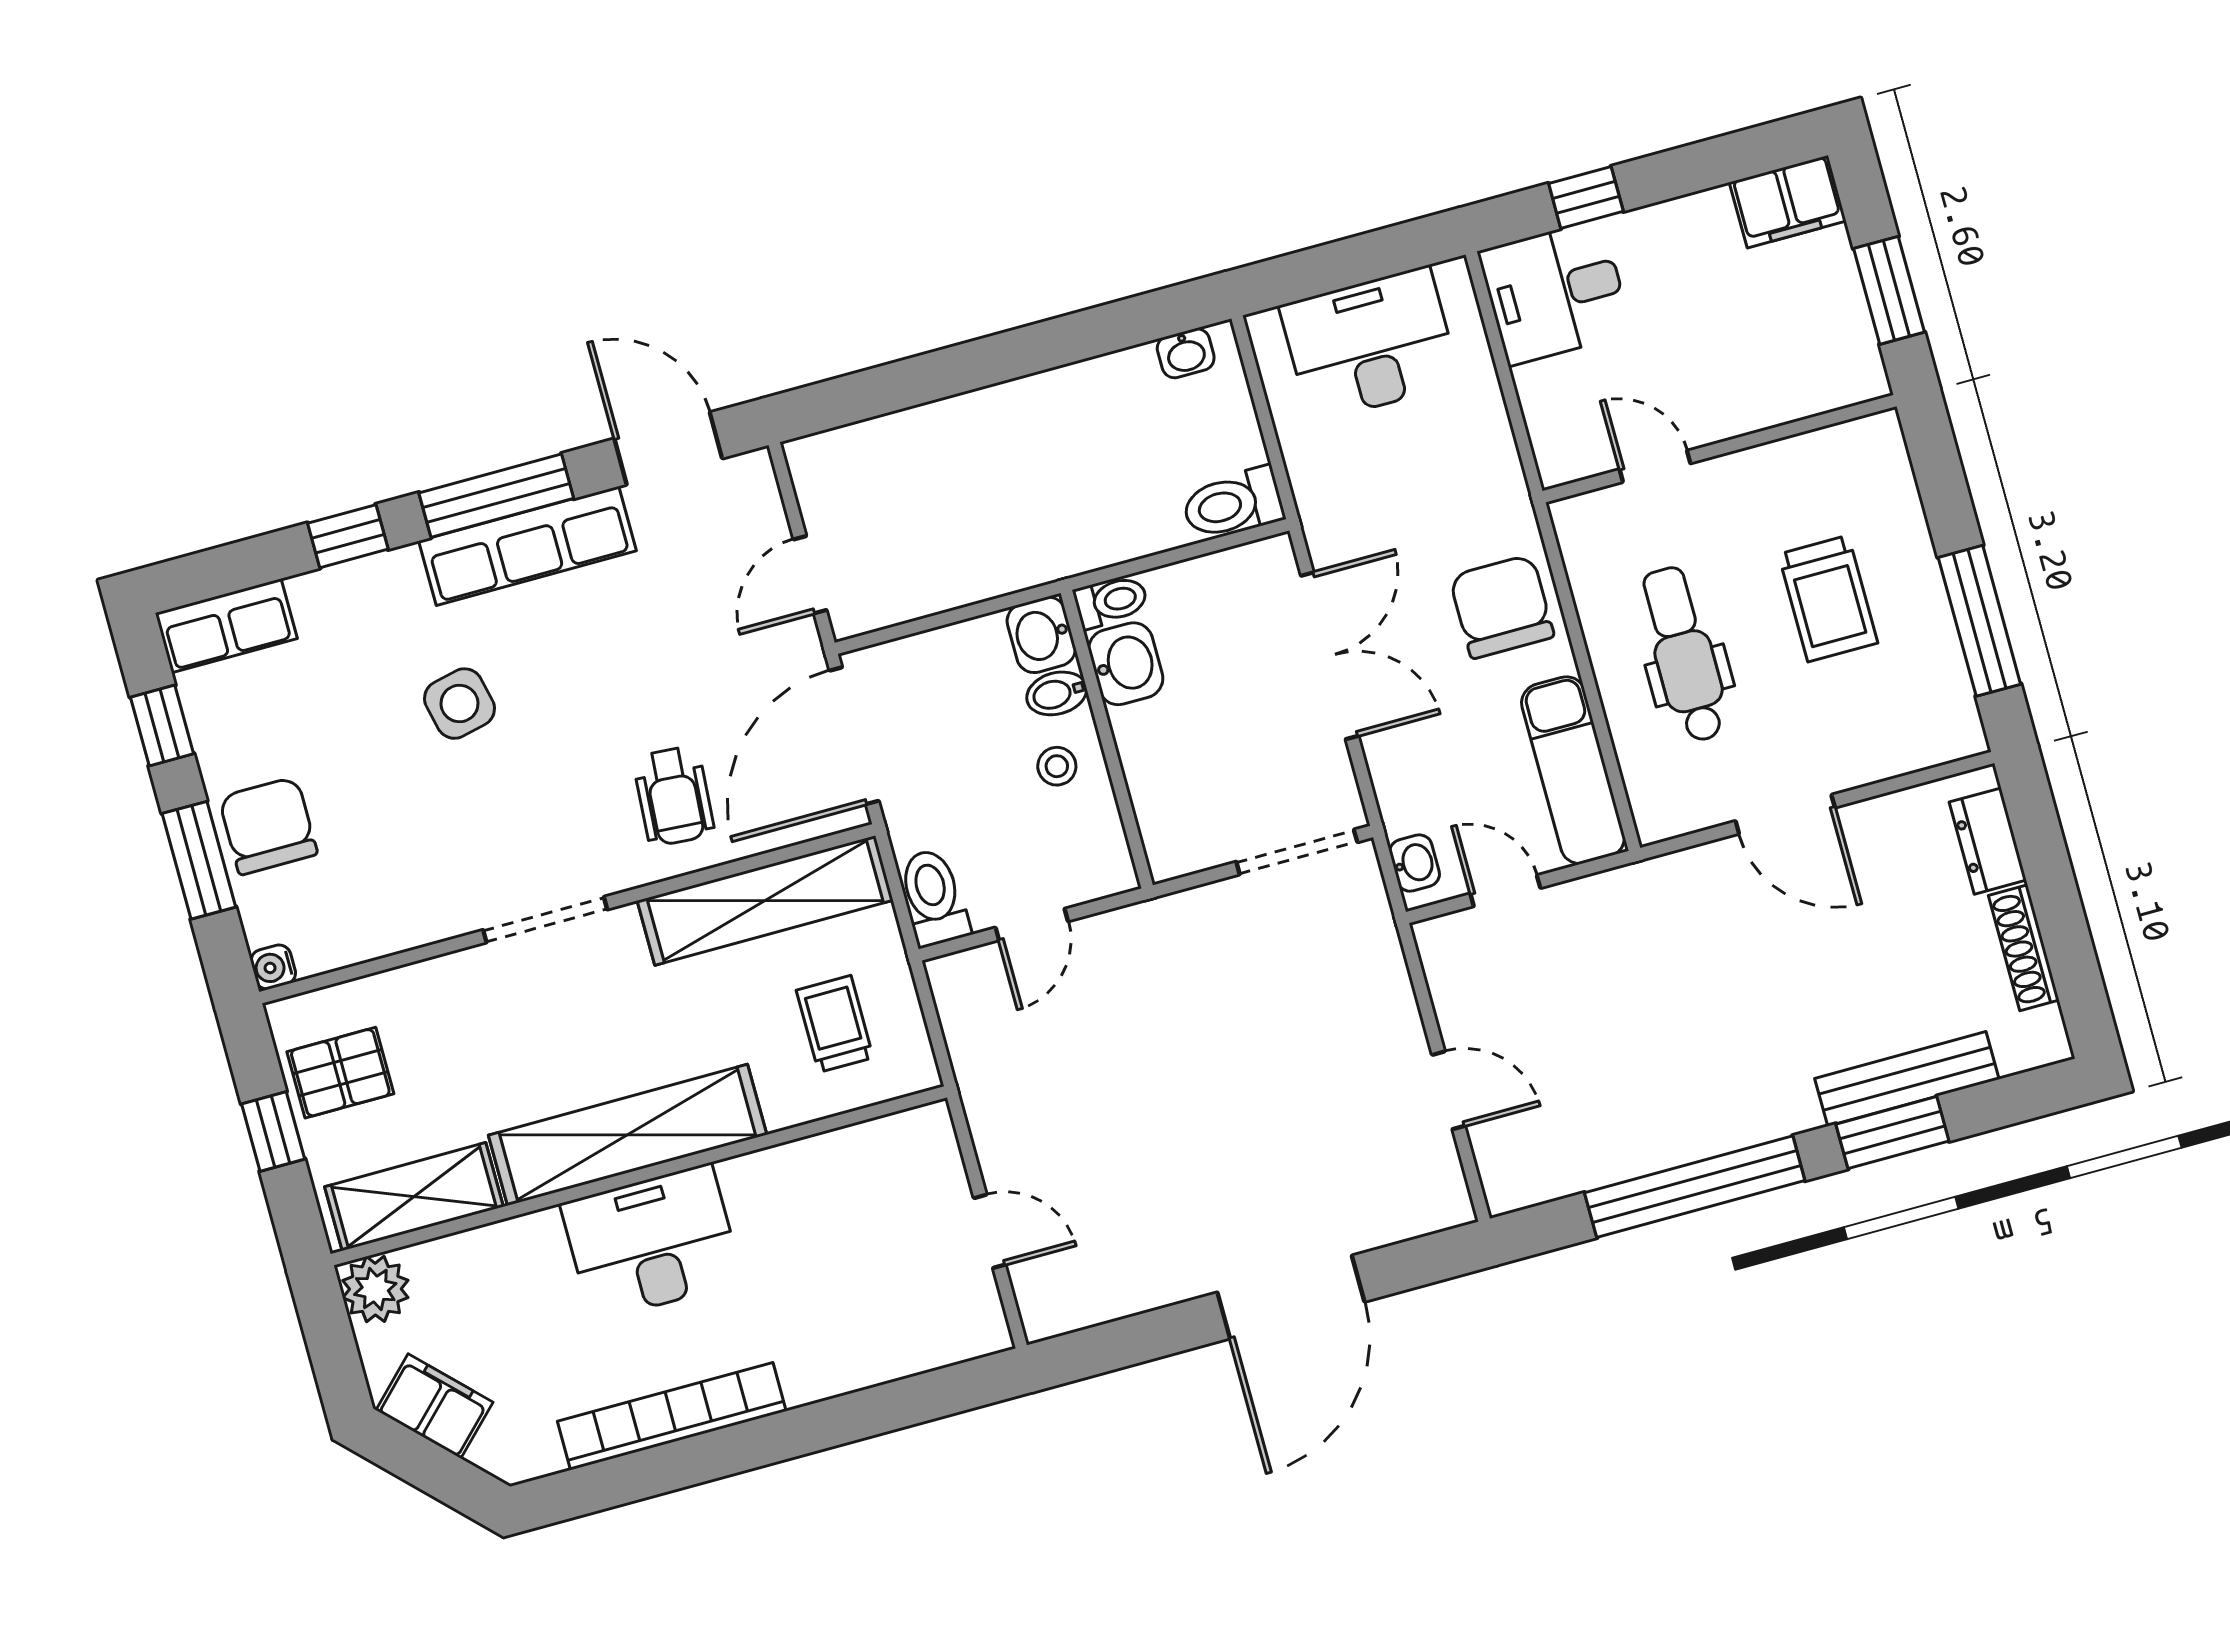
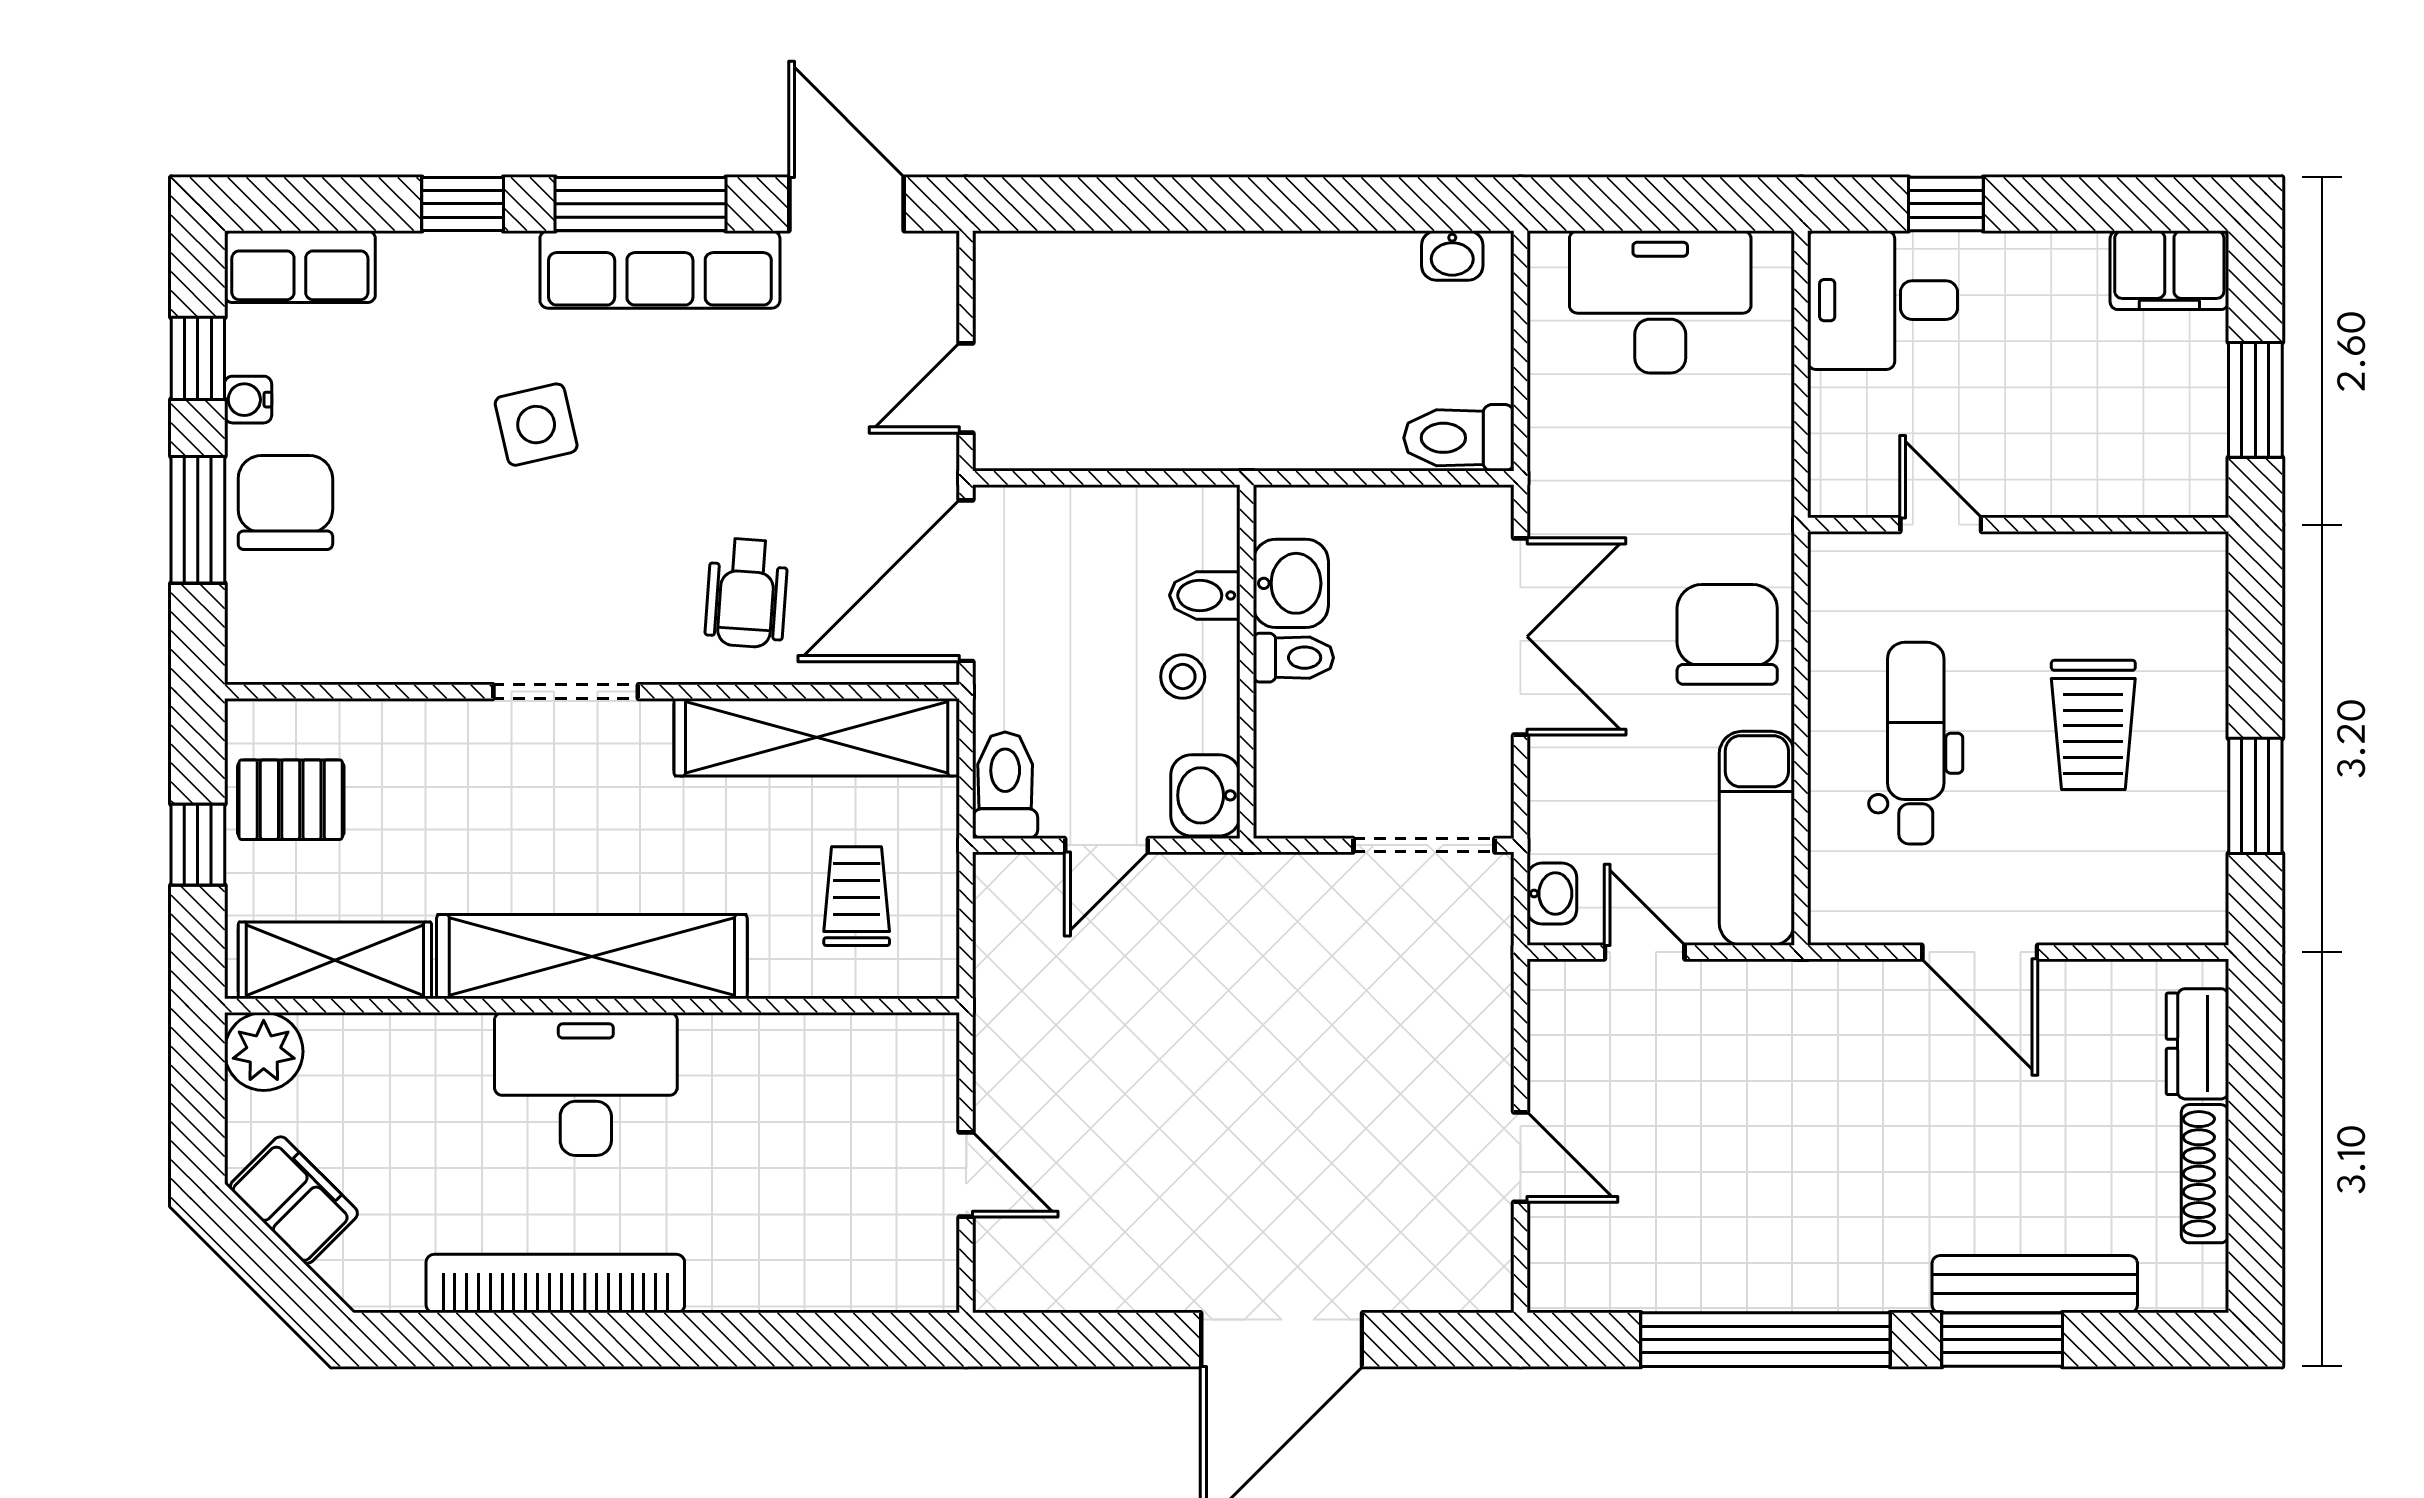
toilet: (1111, 601) -> (1293, 658), moved
window: (1979, 621) -> (2255, 796), width x0.69
washbasin: (1041, 635) -> (1205, 795), moved
water cooler: (273, 967) -> (248, 400), moved

